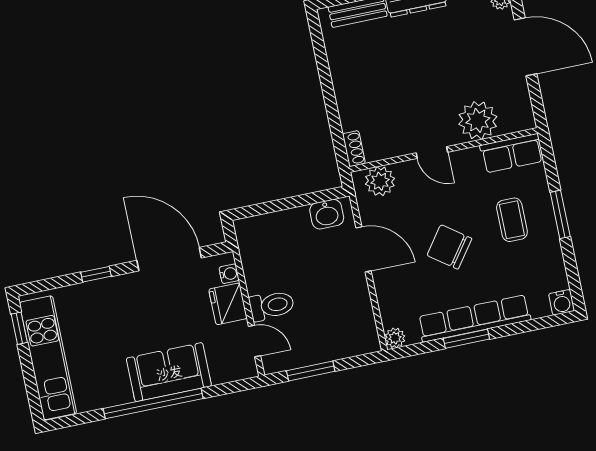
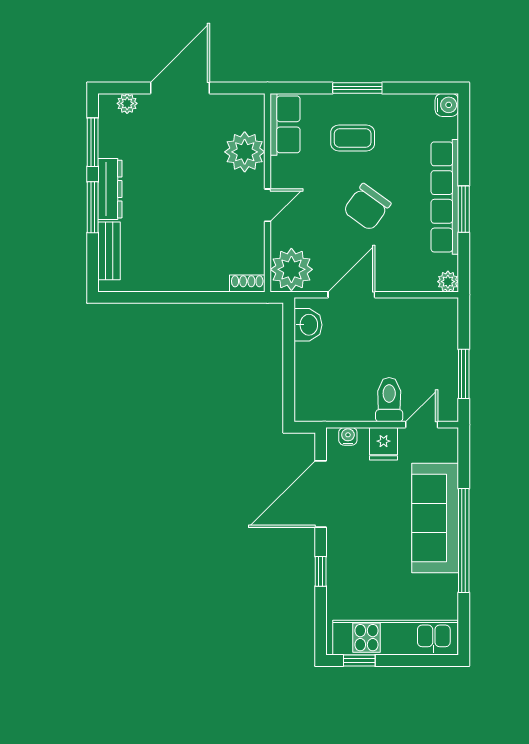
plant: (380, 181) -> (291, 269), width x1.36, depth x1.36
fridge: (228, 304) -> (384, 444), width x0.72
sofa: (169, 372) -> (435, 518), width x1.36

